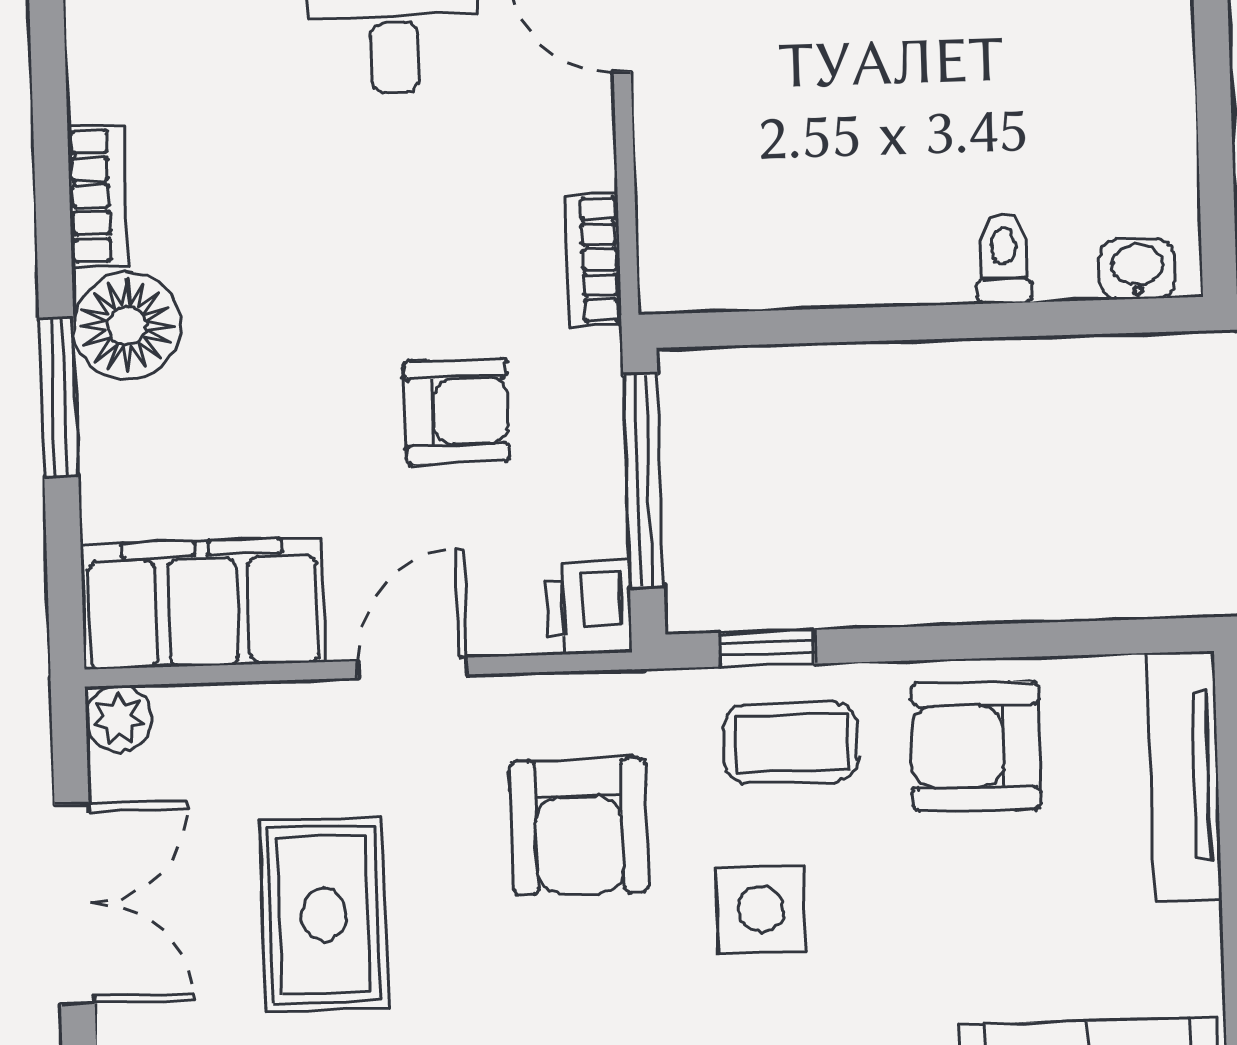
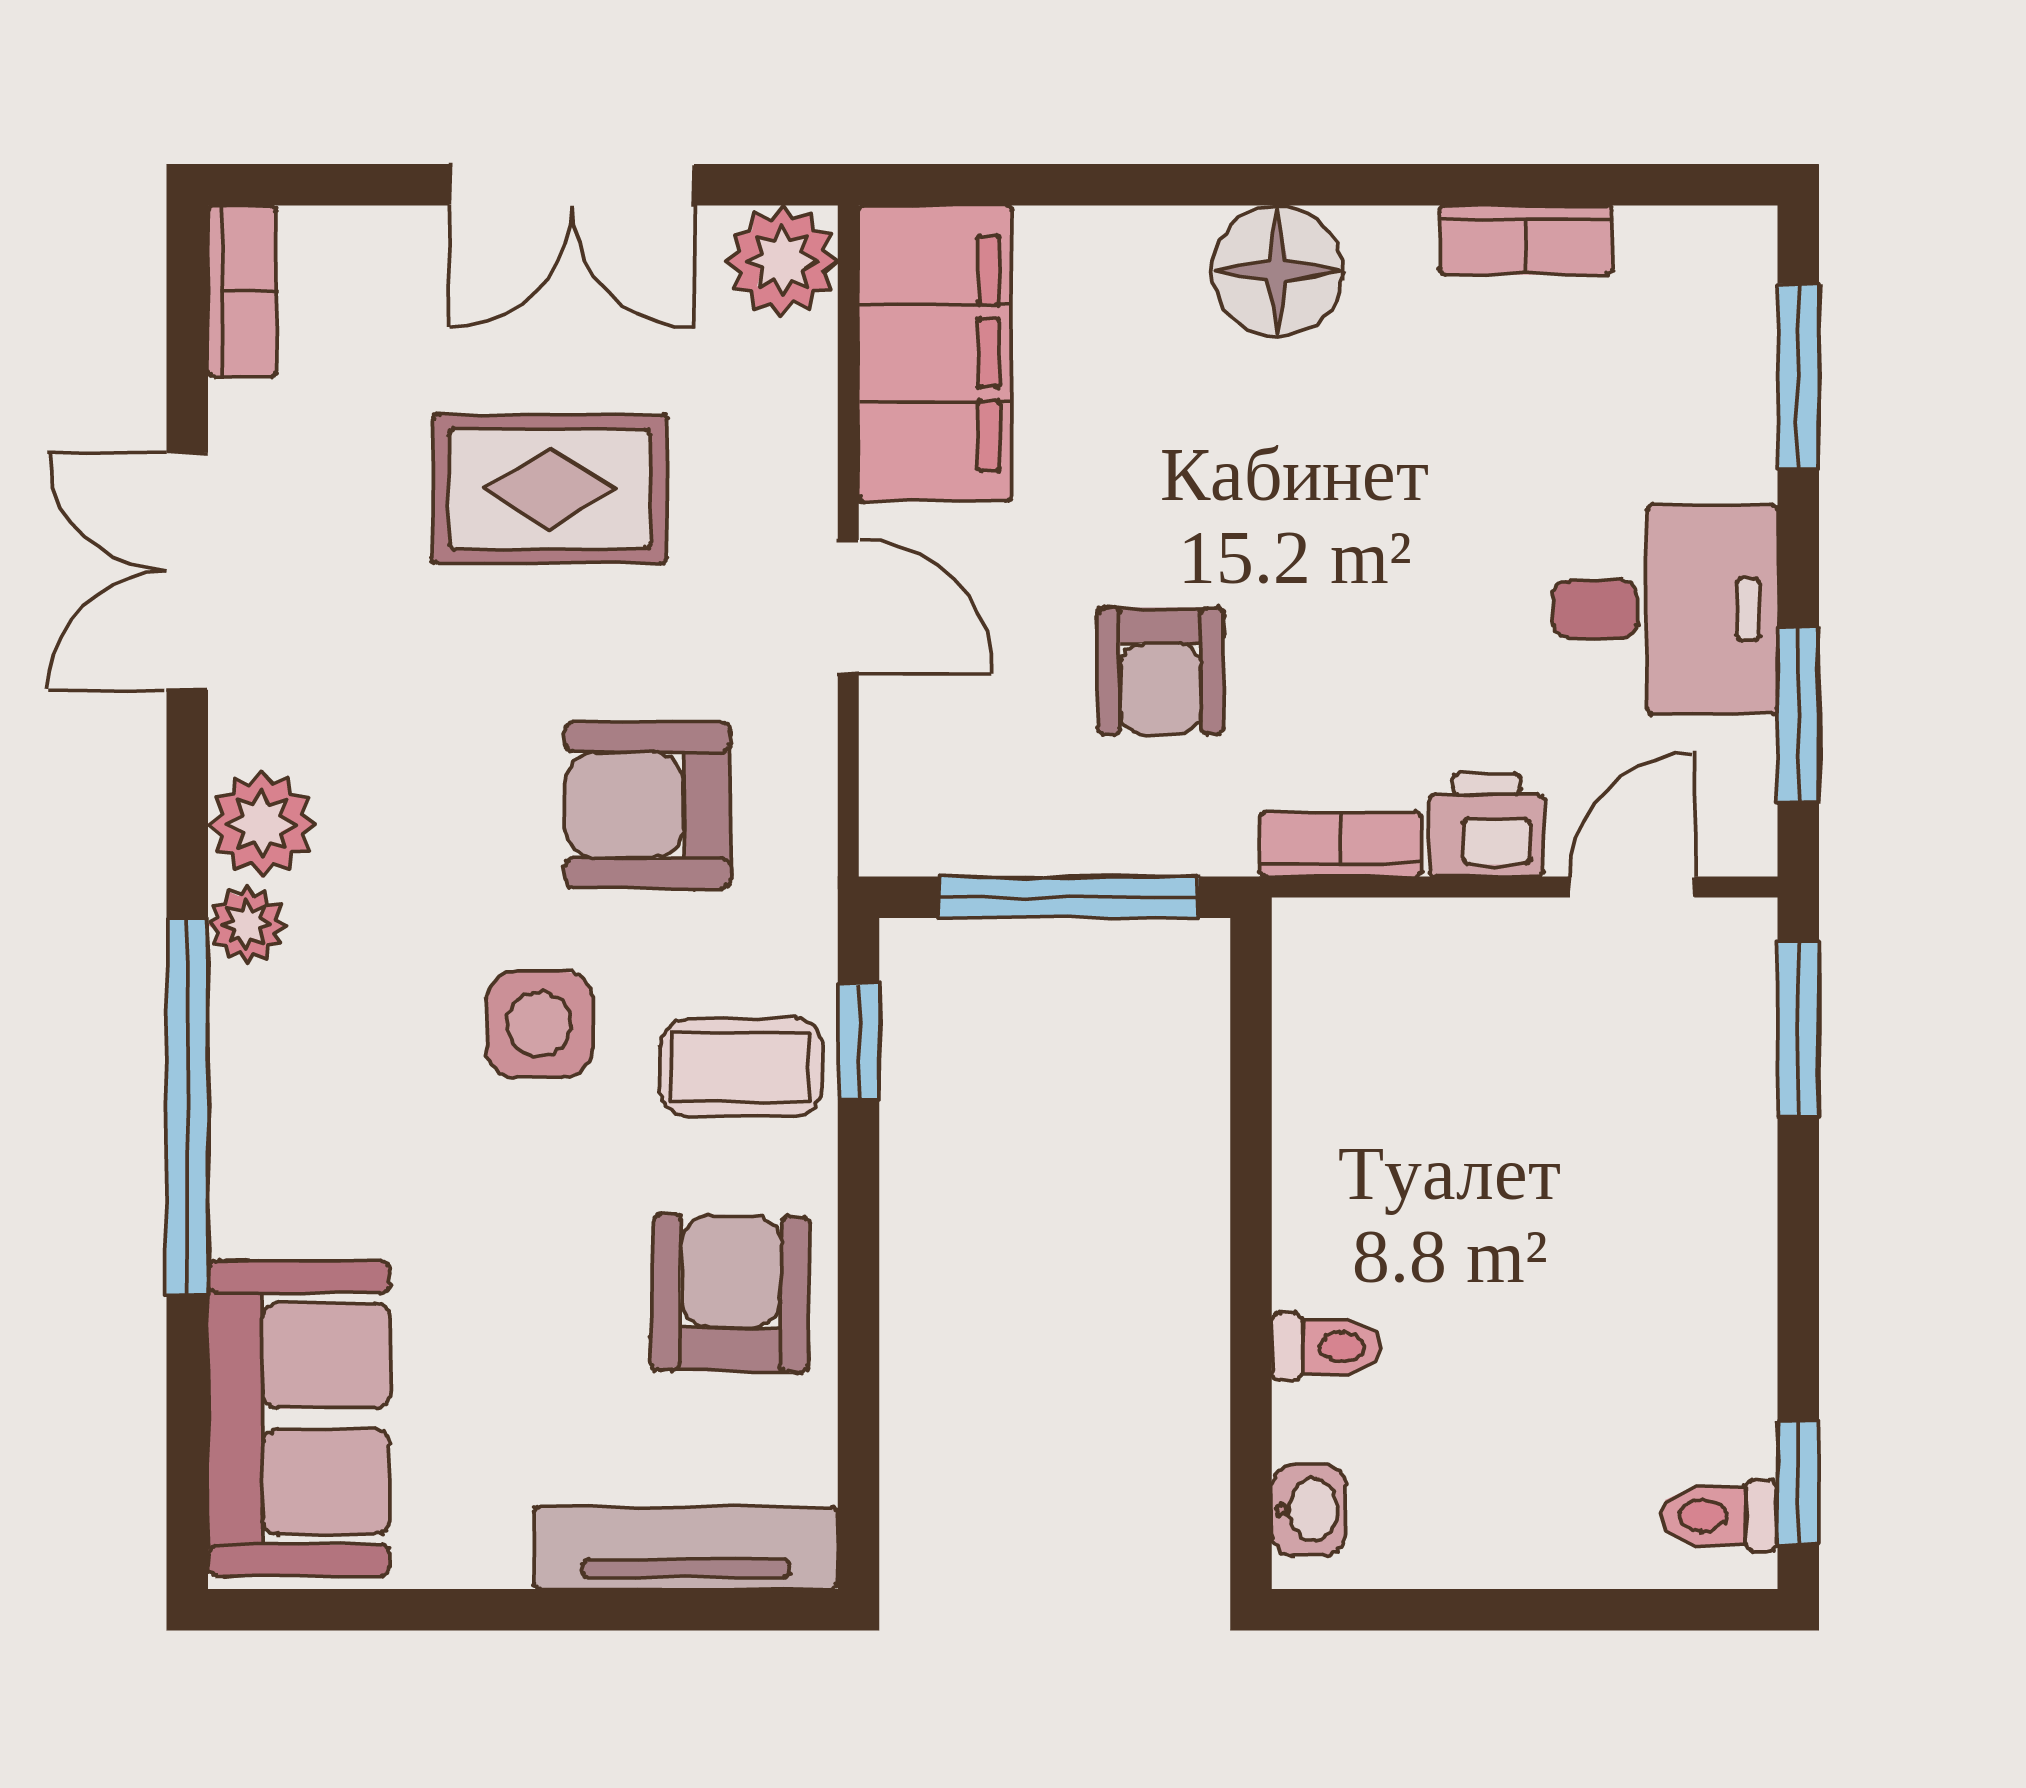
bookcase: (98, 196) -> (1526, 240), moved
window: (59, 397) -> (1193, 185), removed
printer: (589, 607) -> (1487, 825), moved
plant: (119, 719) -> (782, 261), width x1.38, depth x1.38
coffee table: (791, 743) -> (741, 1067), turned 90

